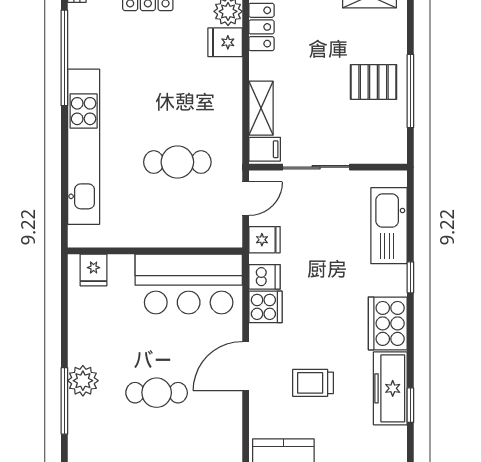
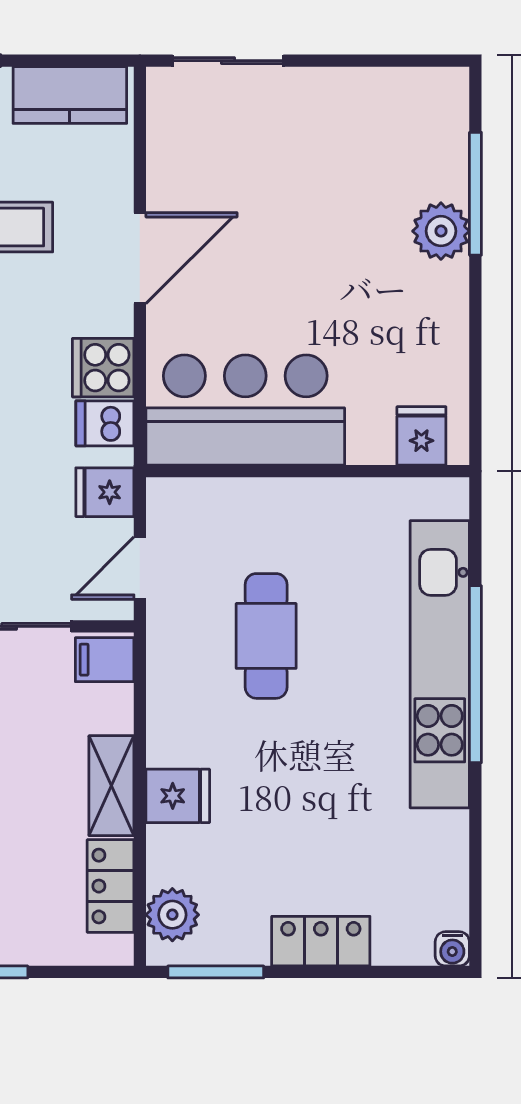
fridge: (225, 42) -> (178, 796), moved
window: (64, 58) -> (475, 674), moved
shelving: (261, 108) -> (111, 786), moved
cafe table: (177, 162) -> (266, 636), turned 90
cafe table: (157, 393) -> (305, 209), removed

